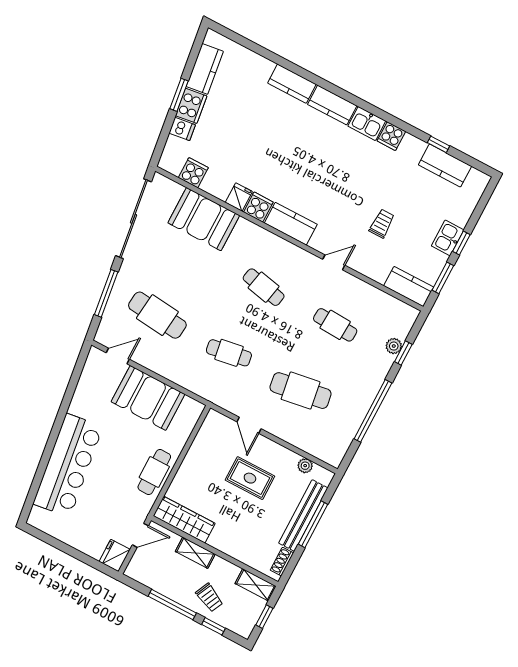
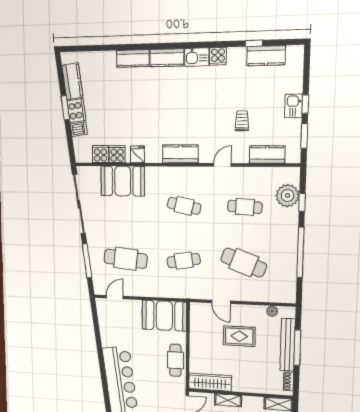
cooker: (258, 207) -> (117, 154), moved
kitchen counter: (409, 287) -> (267, 155), moved
plant: (394, 346) -> (288, 196), width x1.87, depth x1.87
cafe table: (301, 391) -> (244, 263), turned 30
booth: (148, 398) -> (164, 316), moved

